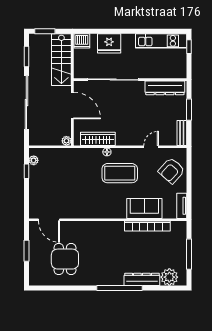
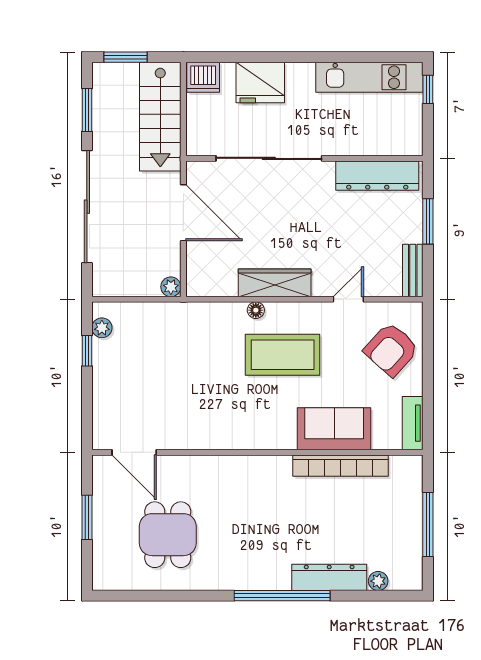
wardrobe: (98, 139) -> (275, 283), moved
plant: (169, 277) -> (378, 581), width x0.53, depth x0.53

